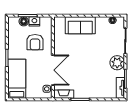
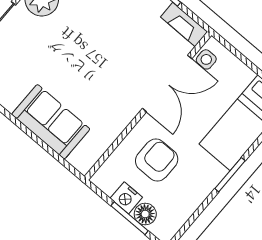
double door: (53, 70) -> (167, 84), swing flipped

